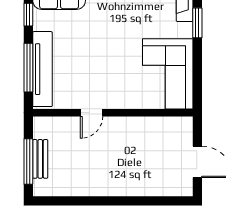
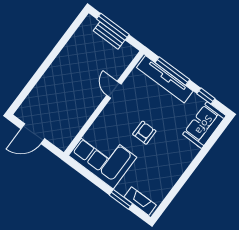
armchair: (112, 50) -> (144, 133), added

